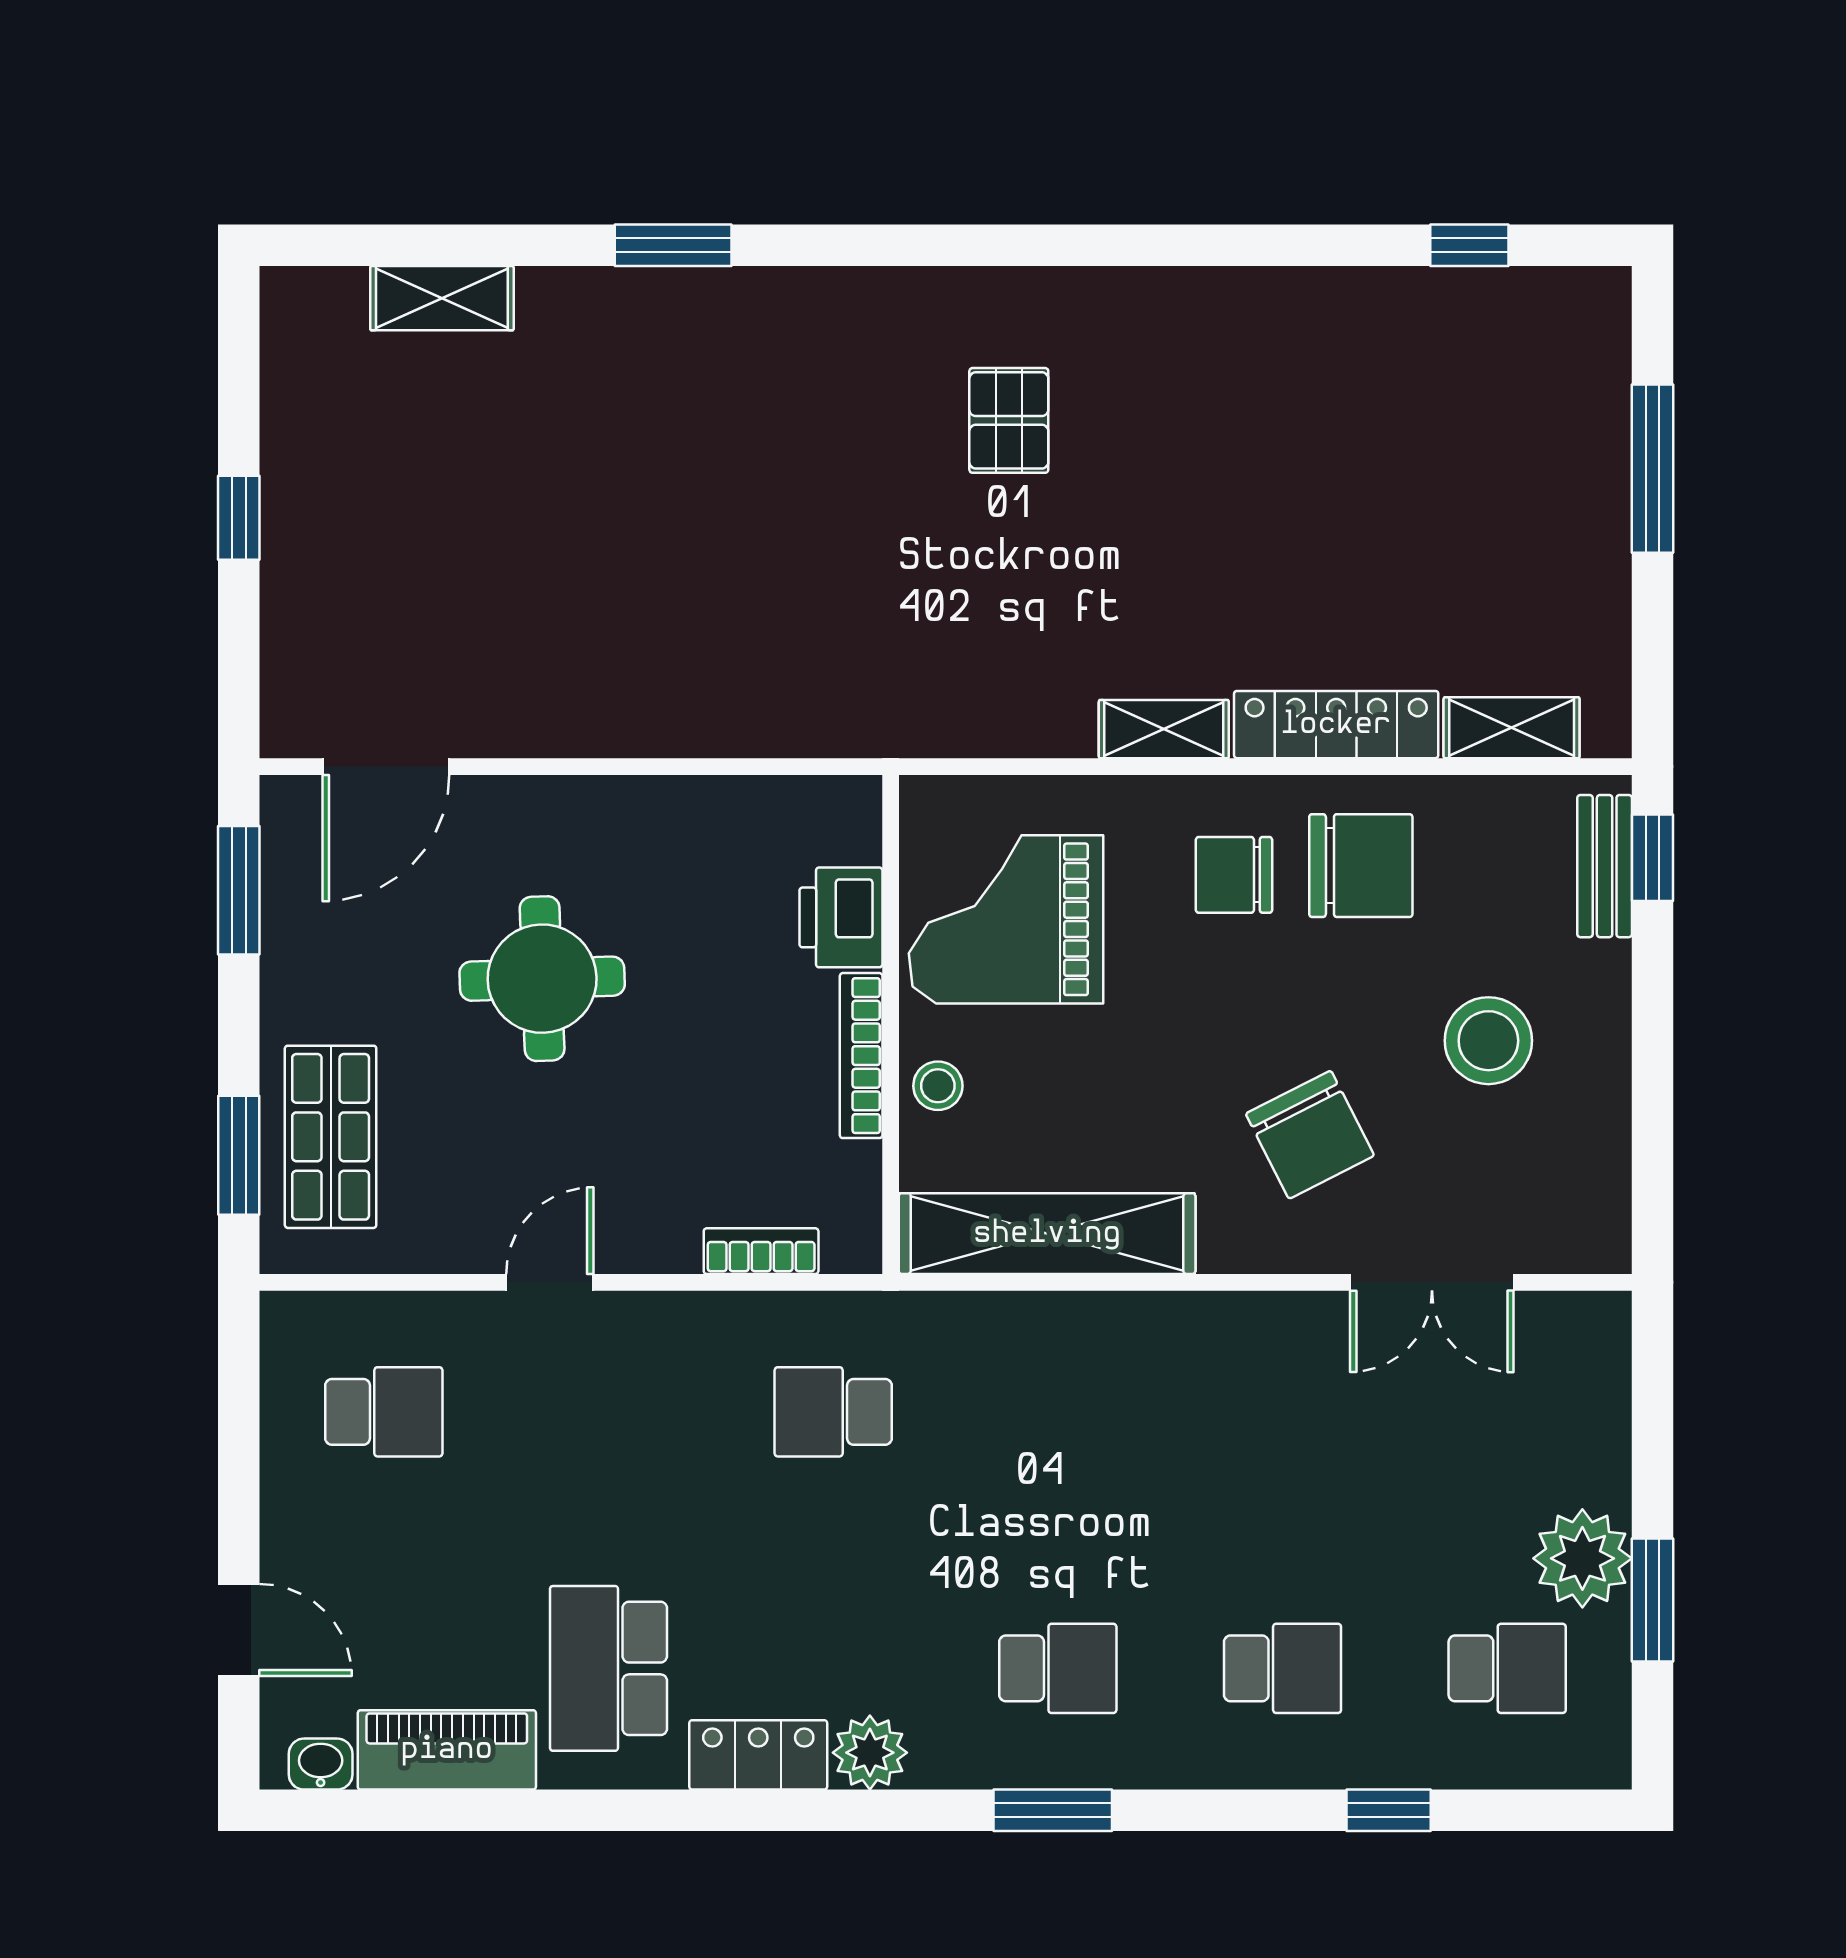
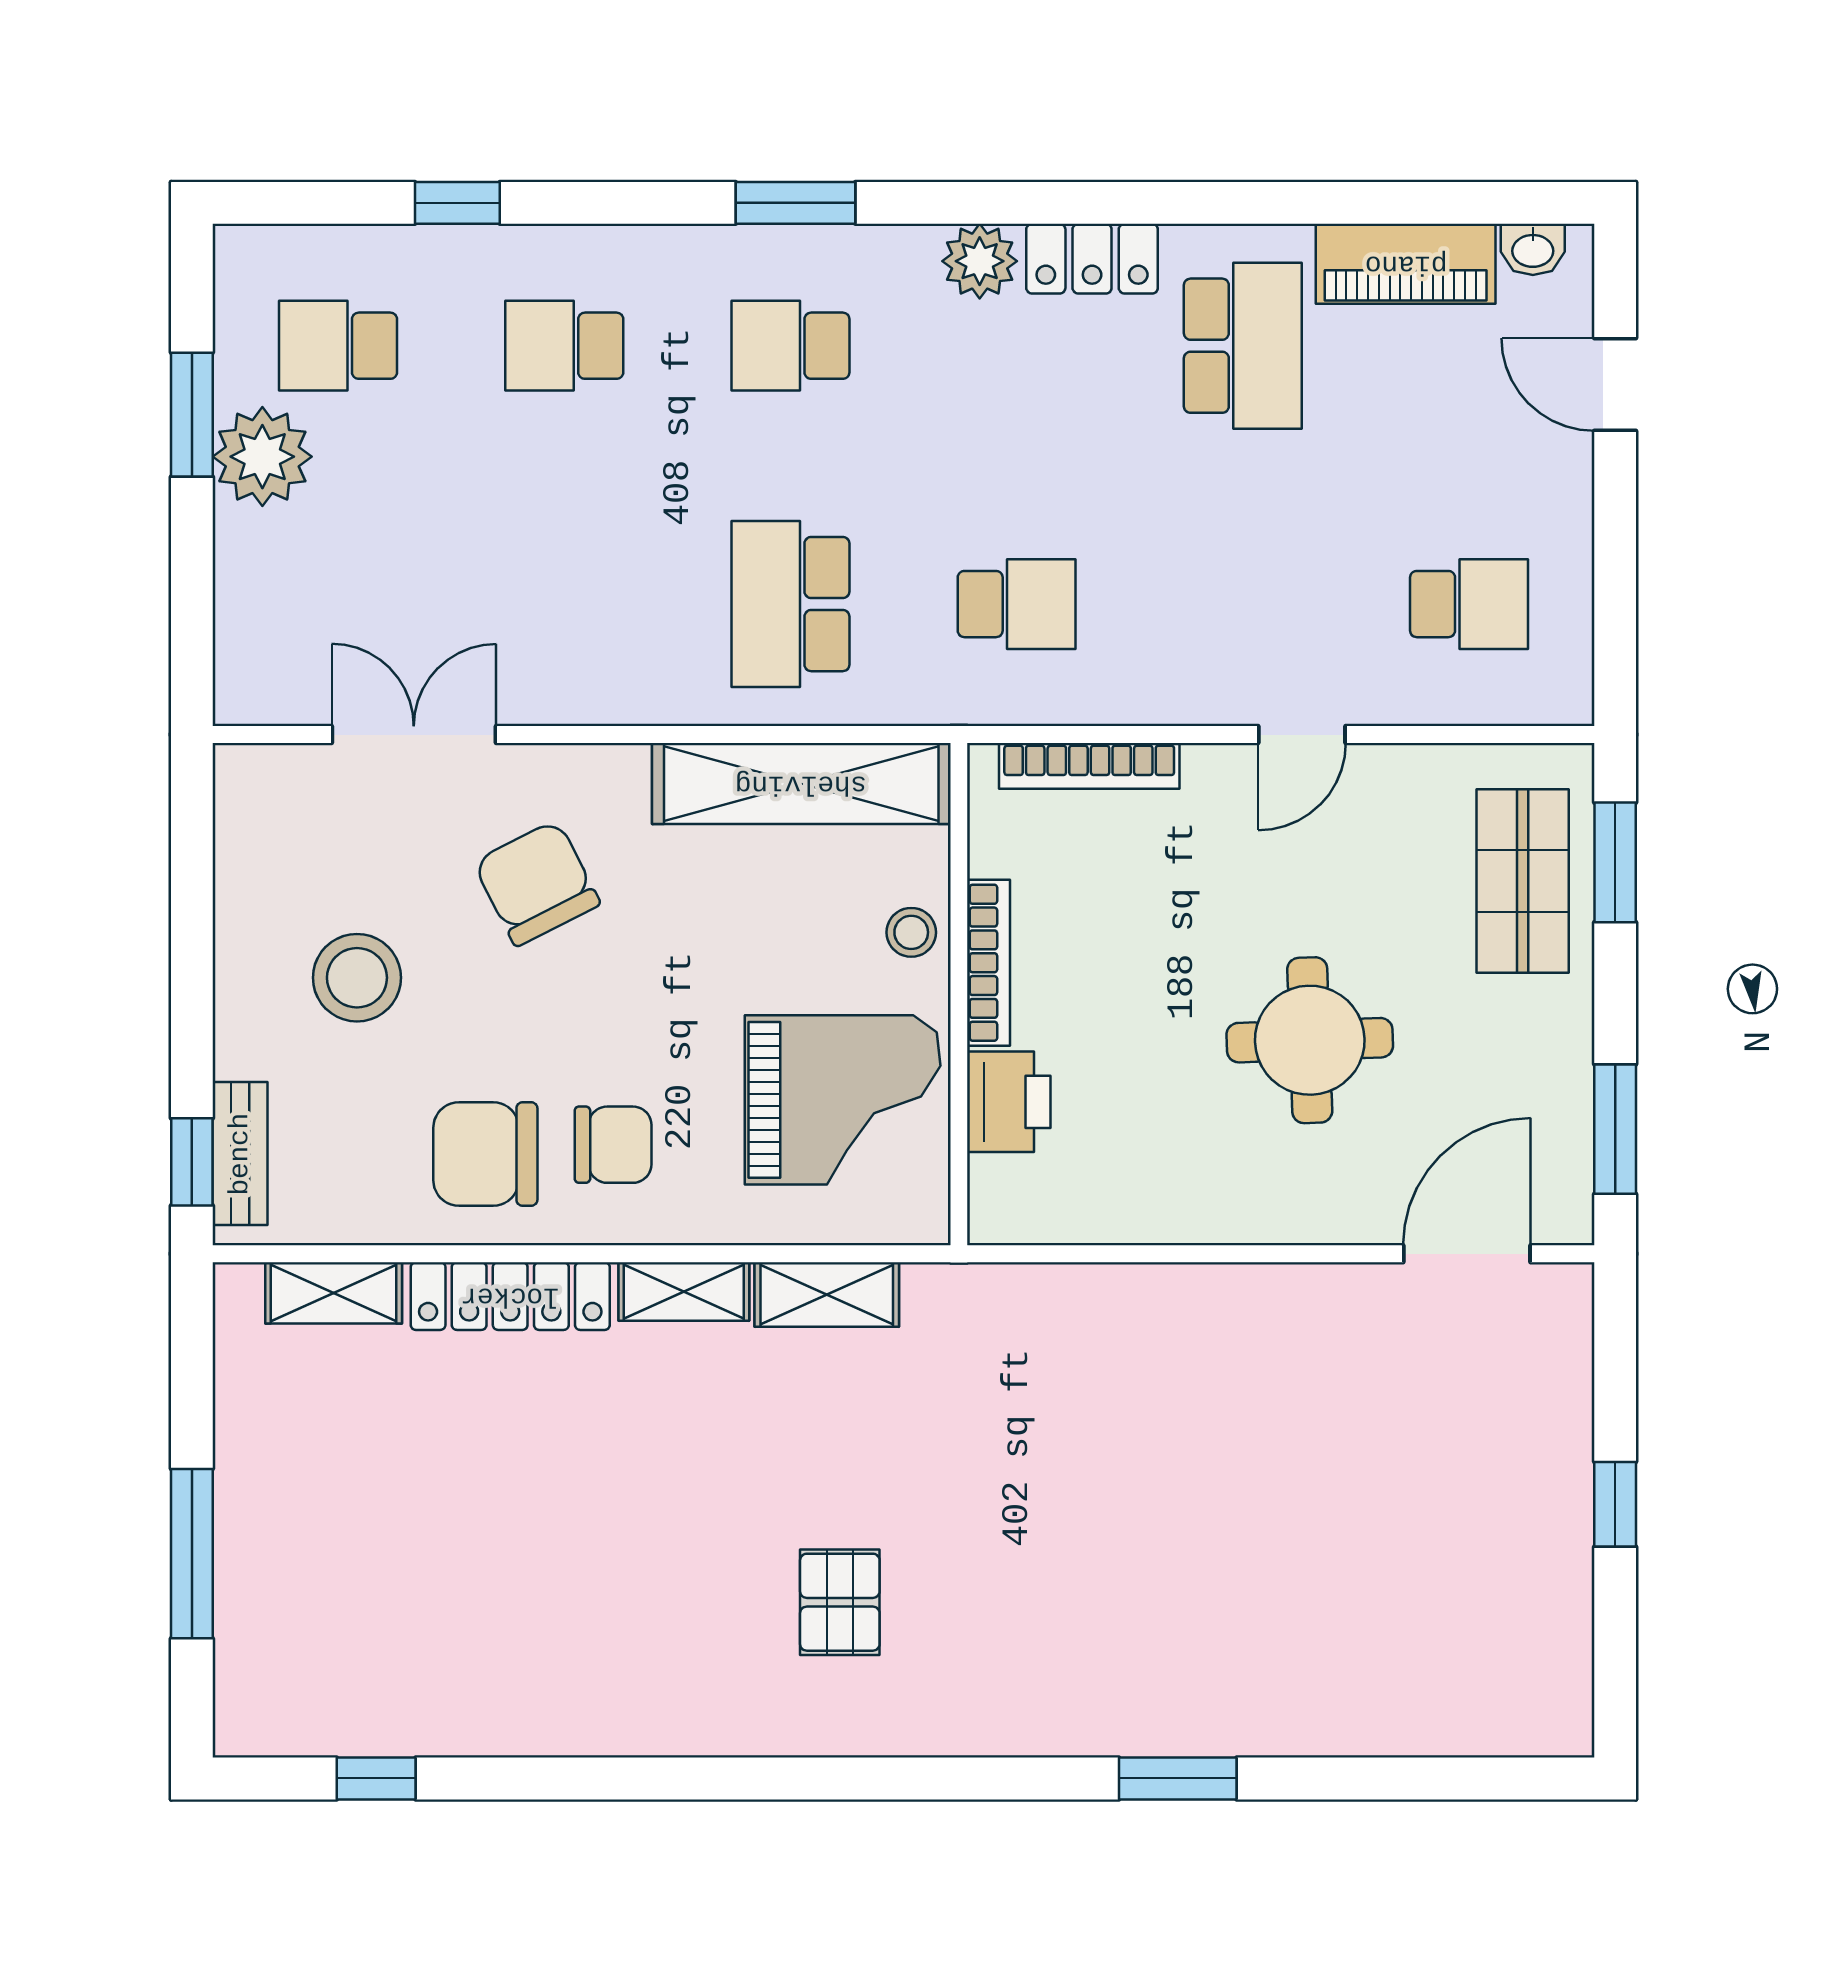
shelving: (442, 298) -> (827, 1294), moved
bookcase: (761, 1251) -> (1089, 766), width x1.56
school desk: (384, 1412) -> (1469, 604), turned 180
school desk: (1058, 1412) -> (790, 604), added

